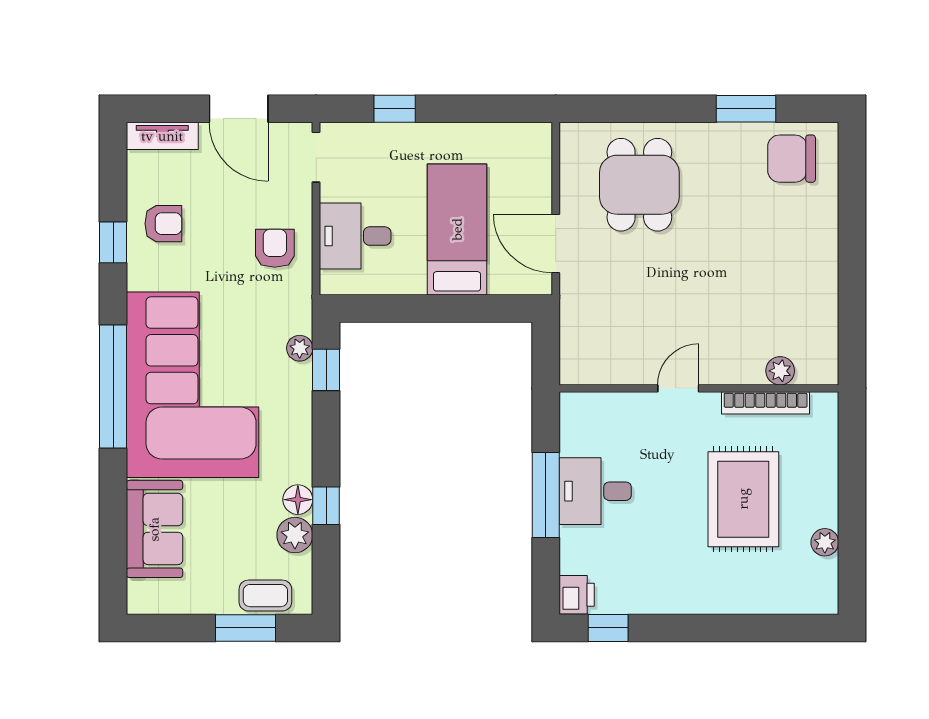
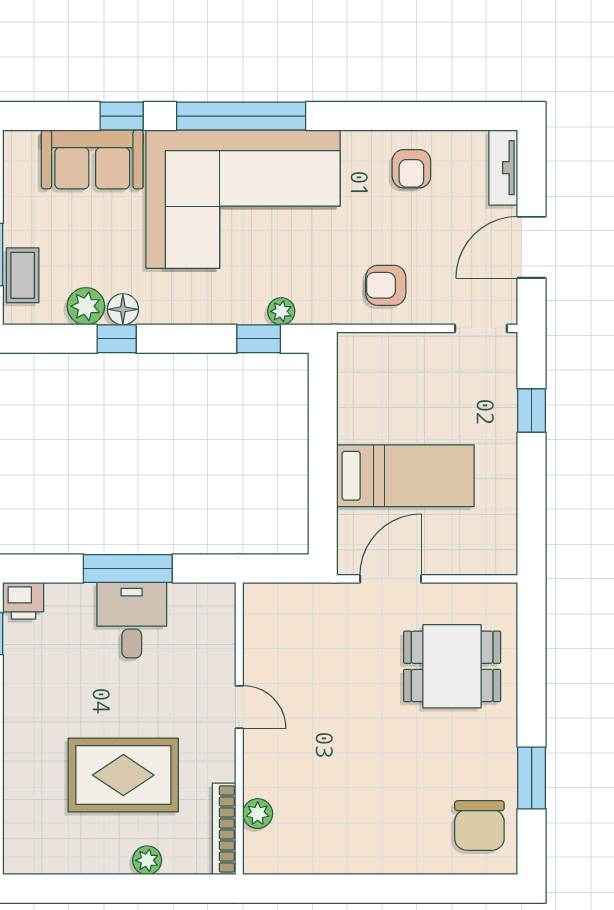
chair: (792, 159) -> (479, 826), turned 180
desk: (355, 236) -> (399, 369), removed
window: (113, 242) -> (122, 116), moved
armchair: (275, 248) -> (386, 285), turned 180
bookcase: (766, 403) -> (224, 829), moved
plant: (825, 542) -> (147, 860), moved

